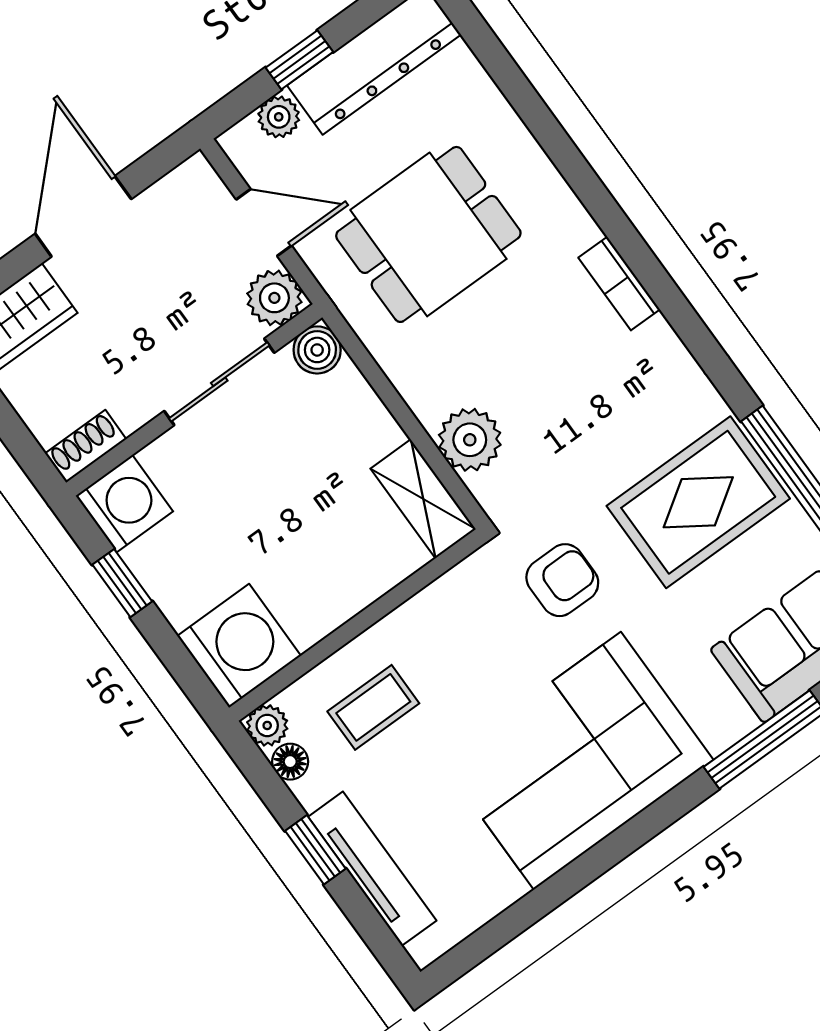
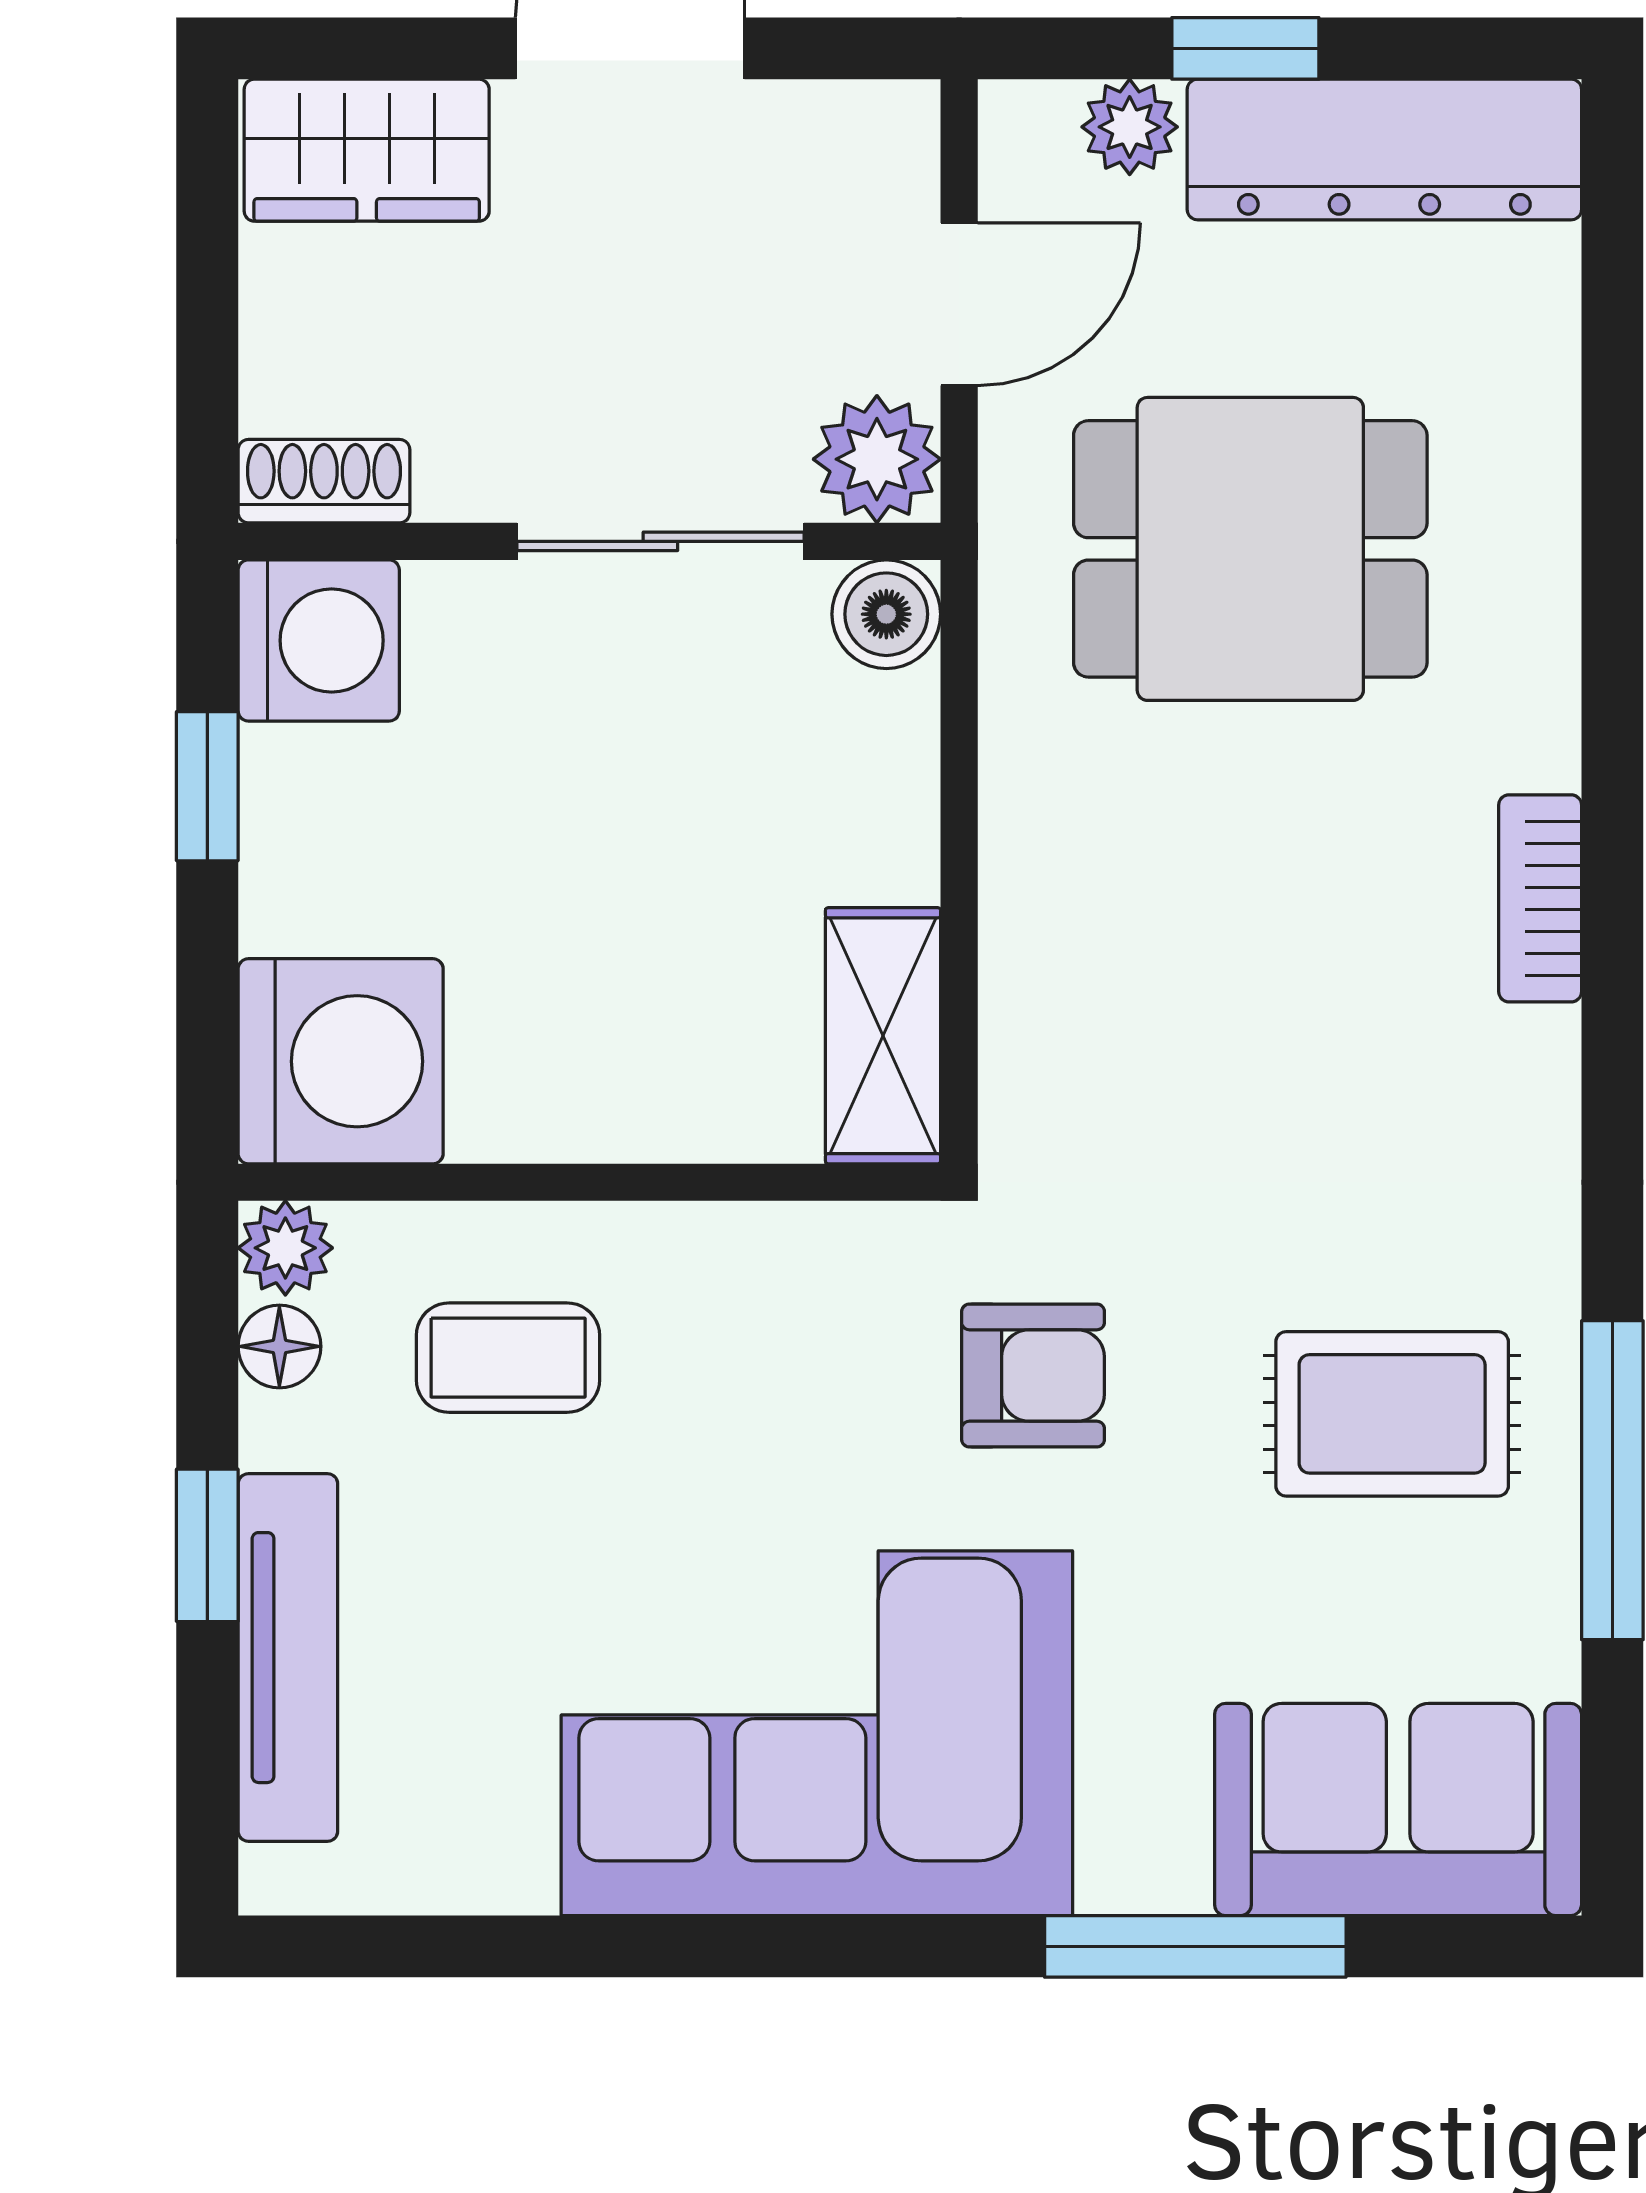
door: (264, 223) -> (959, 304), hinge flipped
plant: (470, 440) -> (1050, 988), removed
rug: (698, 502) -> (1392, 1414), width x0.73, depth x0.70

